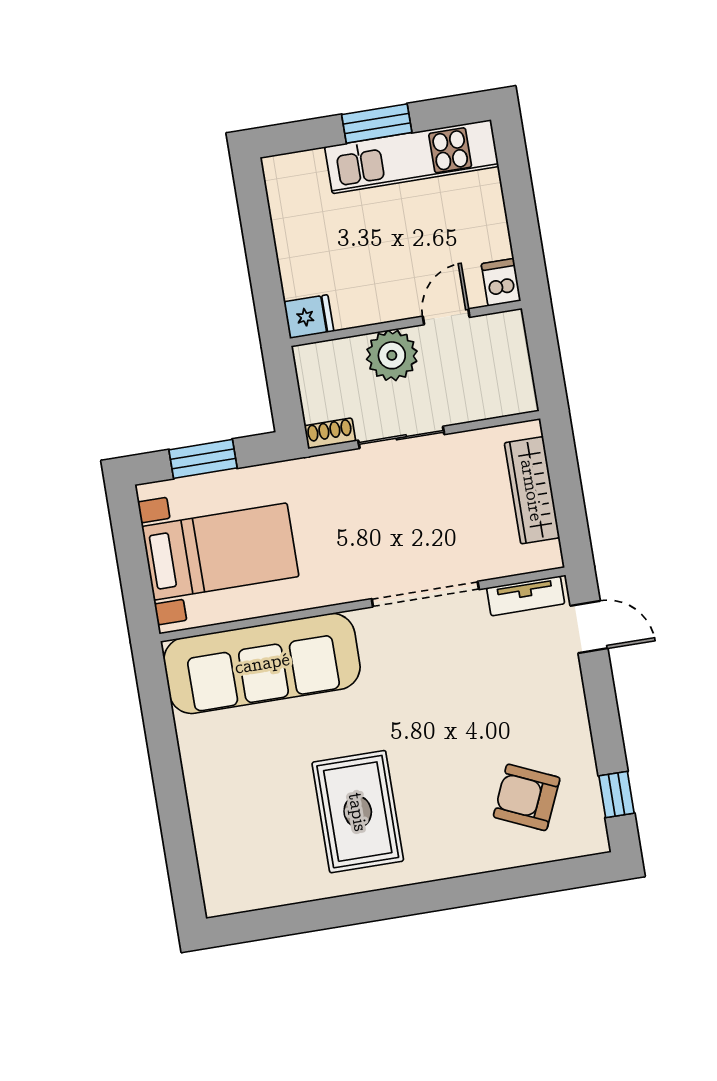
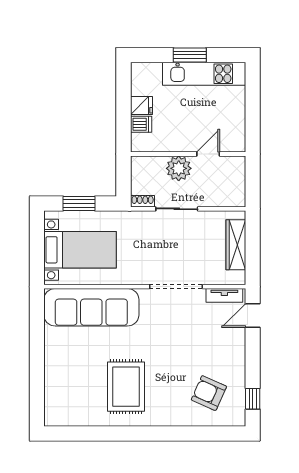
dishwasher: (501, 282) -> (141, 124), moved, turned 90
fridge: (309, 317) -> (142, 105), moved
door: (589, 627) -> (253, 316), swing flipped

